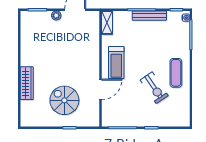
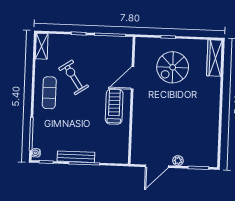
shelving: (107, 23) -> (42, 46), moved
wardrobe: (27, 83) -> (214, 58), moved
spiral stairs: (64, 100) -> (173, 67), turned 90

